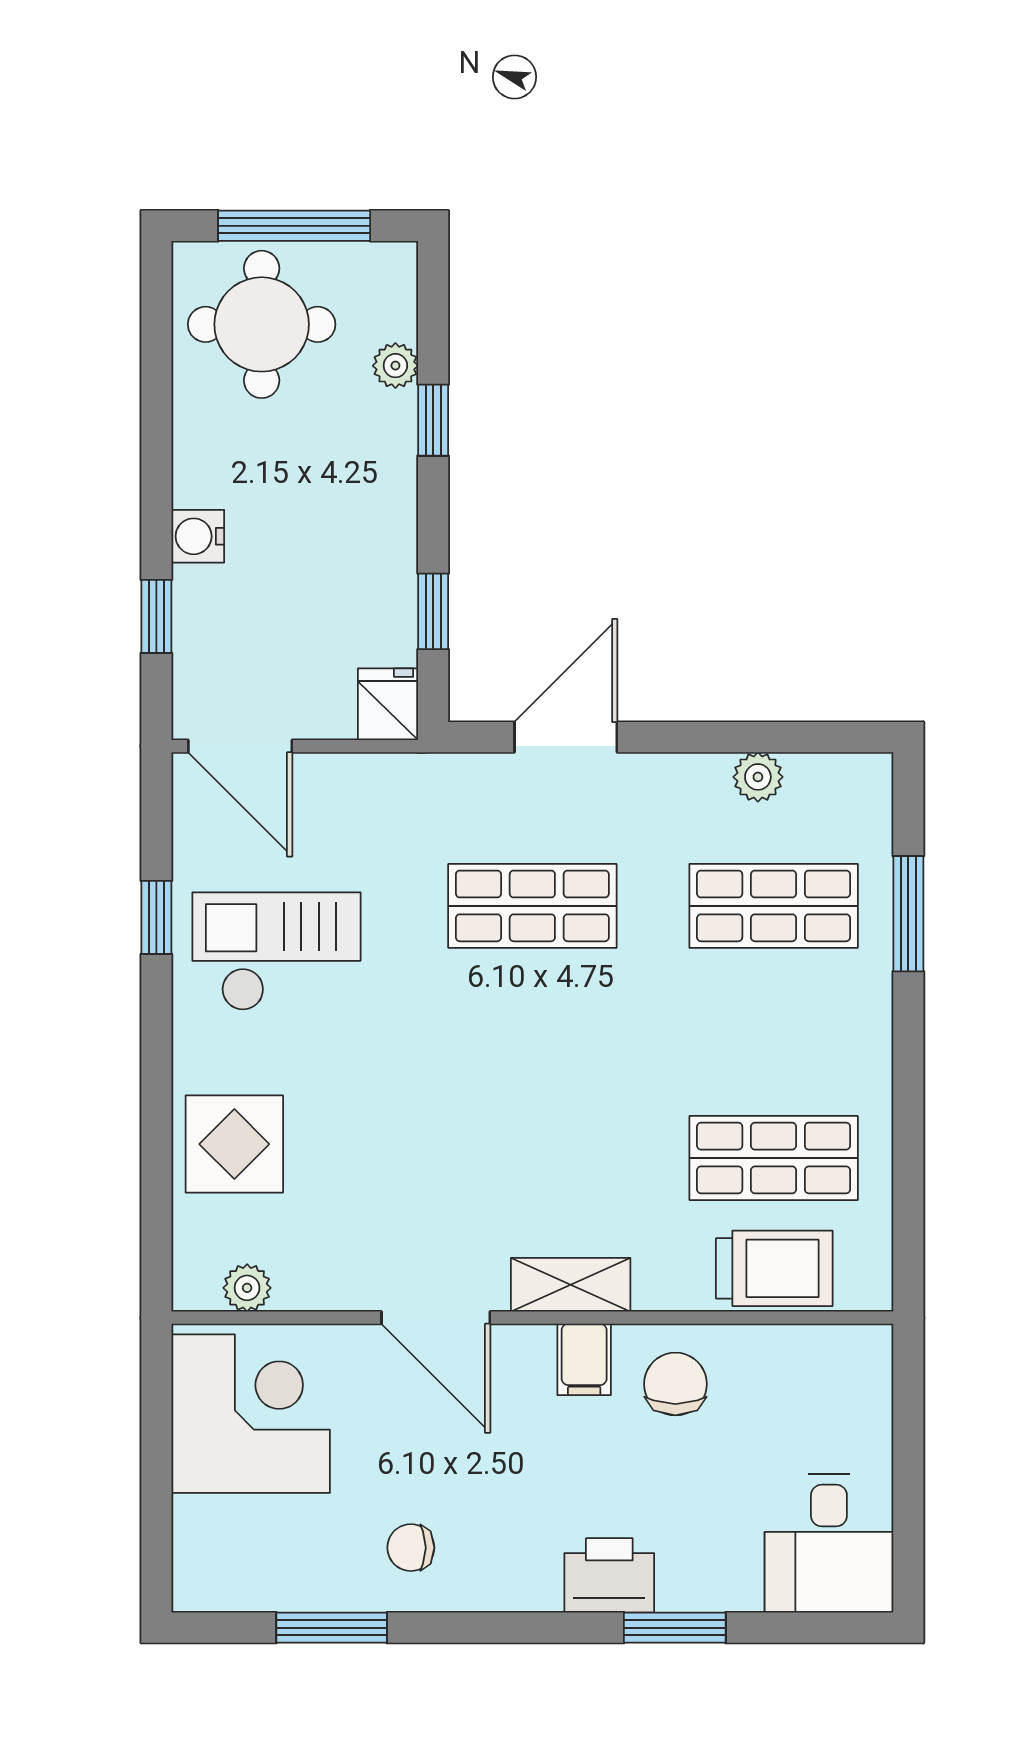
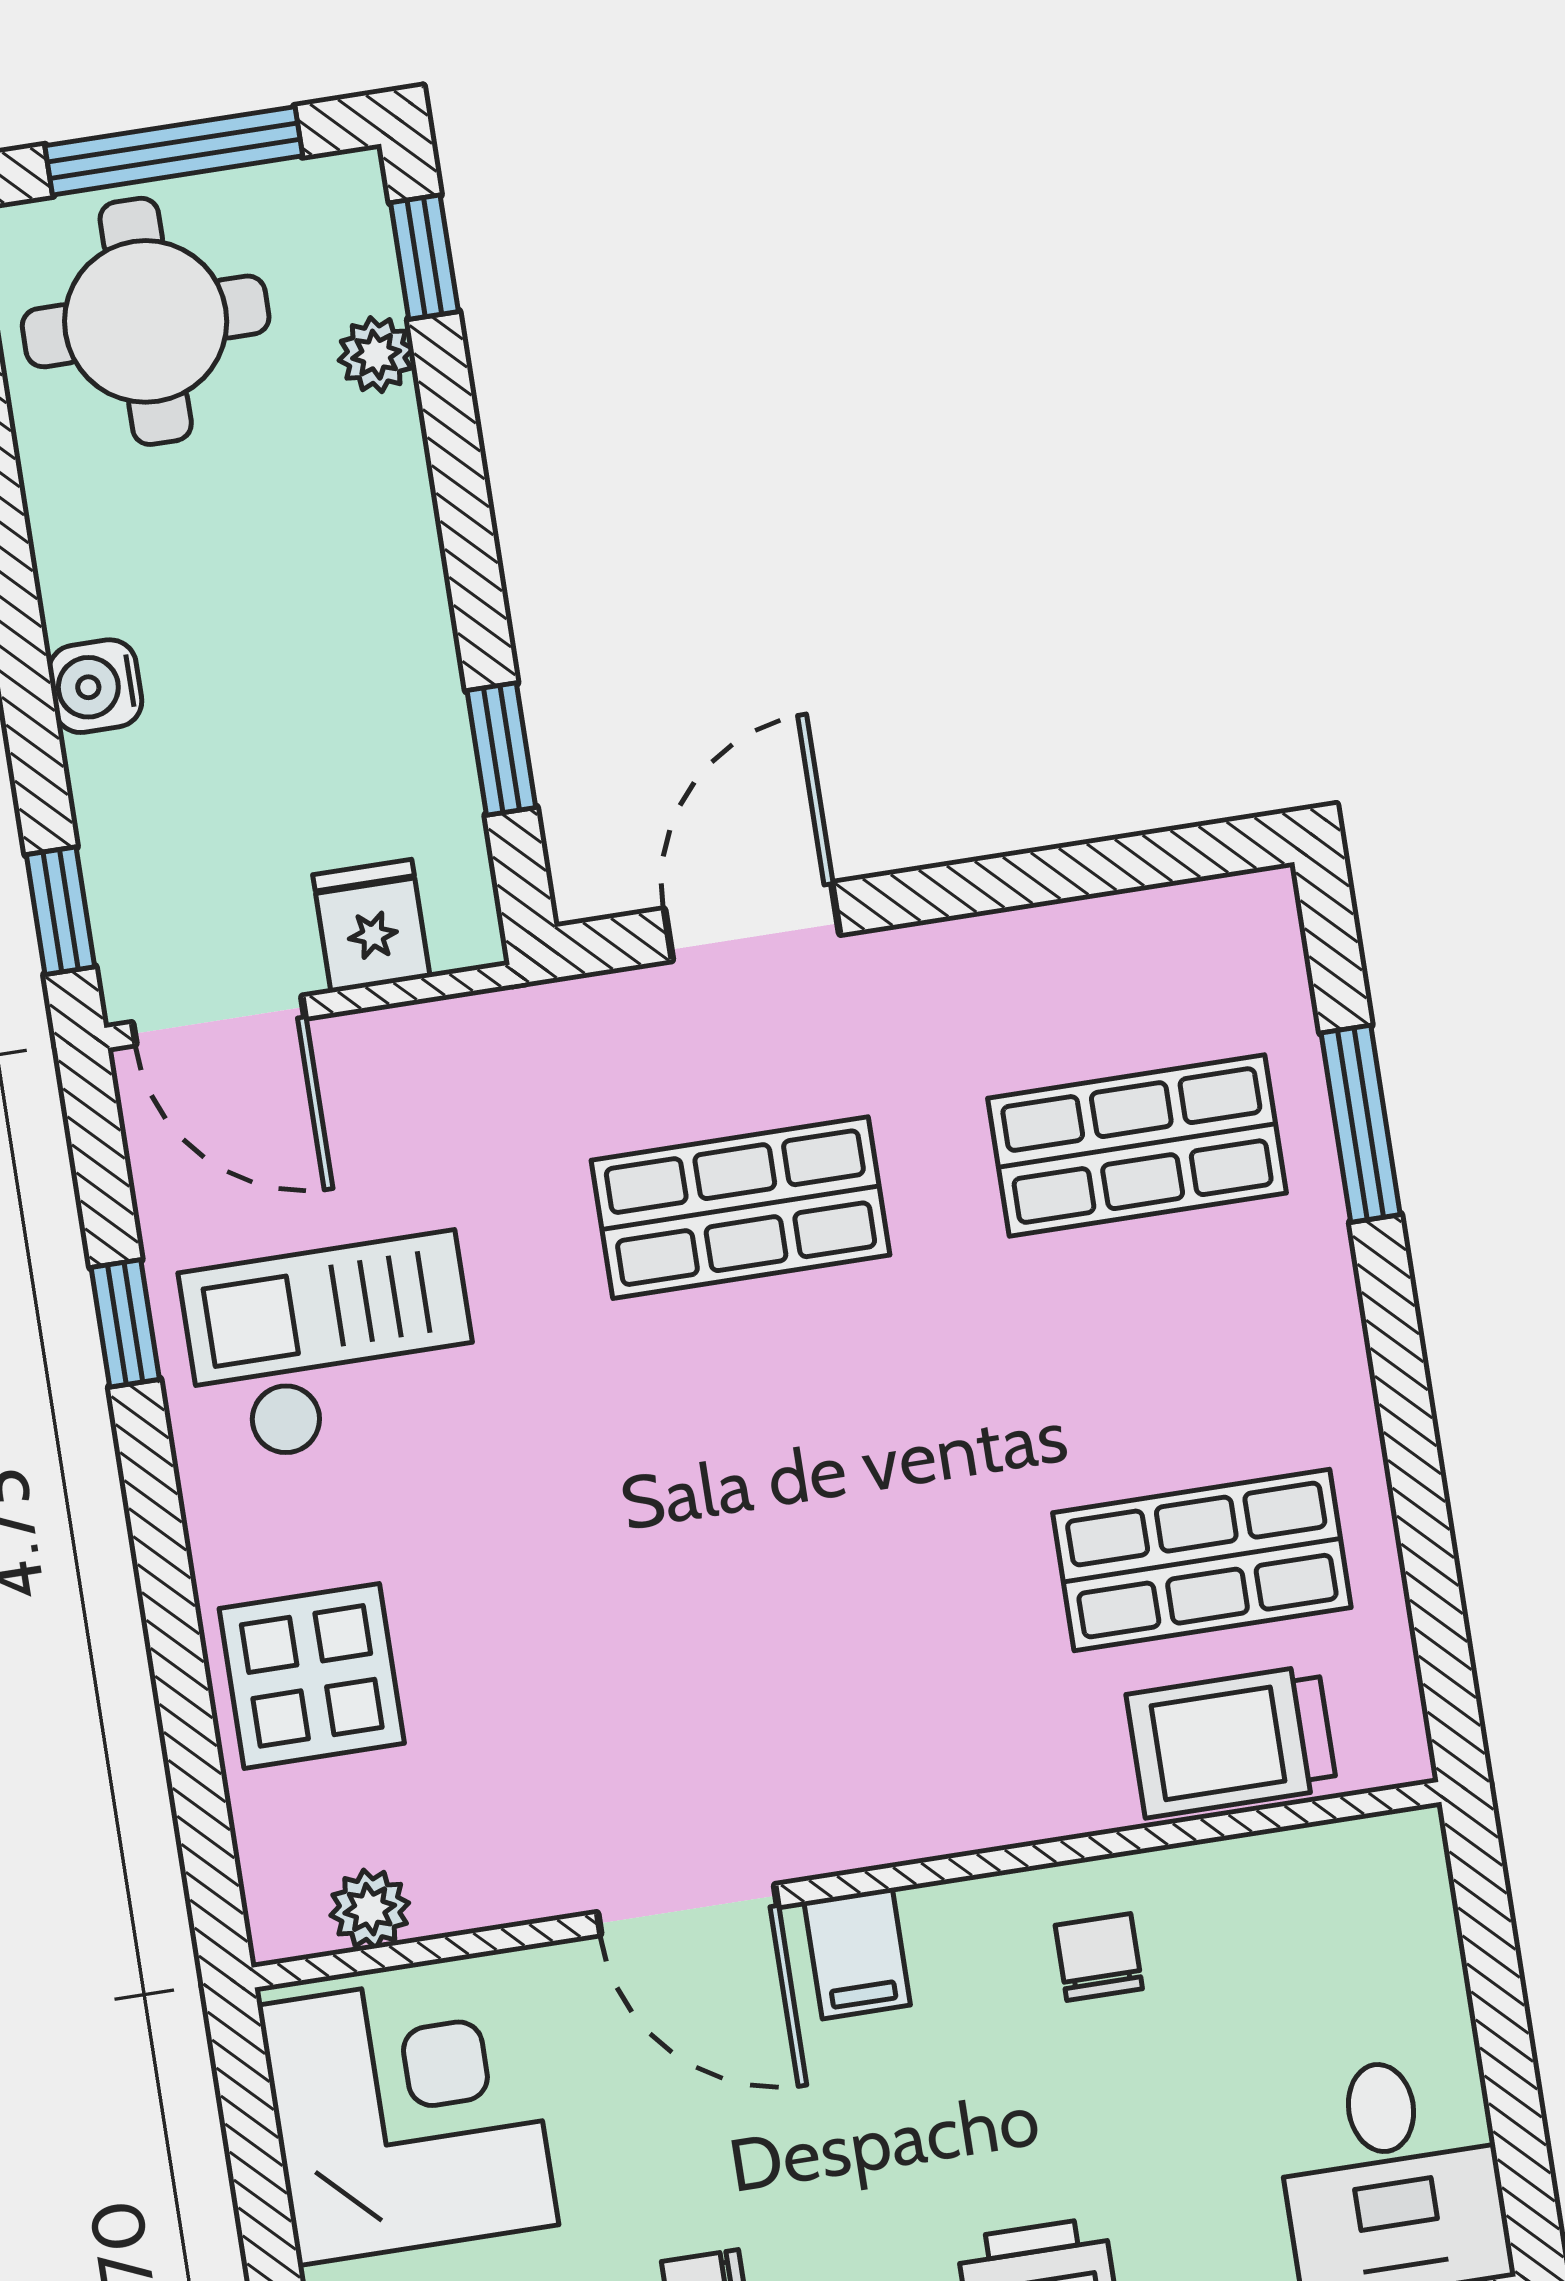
window: (433, 420) -> (424, 257), moved
window: (156, 616) -> (61, 911), moved
fridge: (388, 704) -> (371, 926), moved
plant: (758, 777) -> (1078, 938), removed
trolley: (774, 1268) -> (1232, 1741), turned 180
shelving: (571, 1285) -> (901, 1821), removed
filing cabinet: (584, 1359) -> (857, 1953), moved
chair: (675, 1384) -> (1099, 1957), width x0.73, depth x0.73

